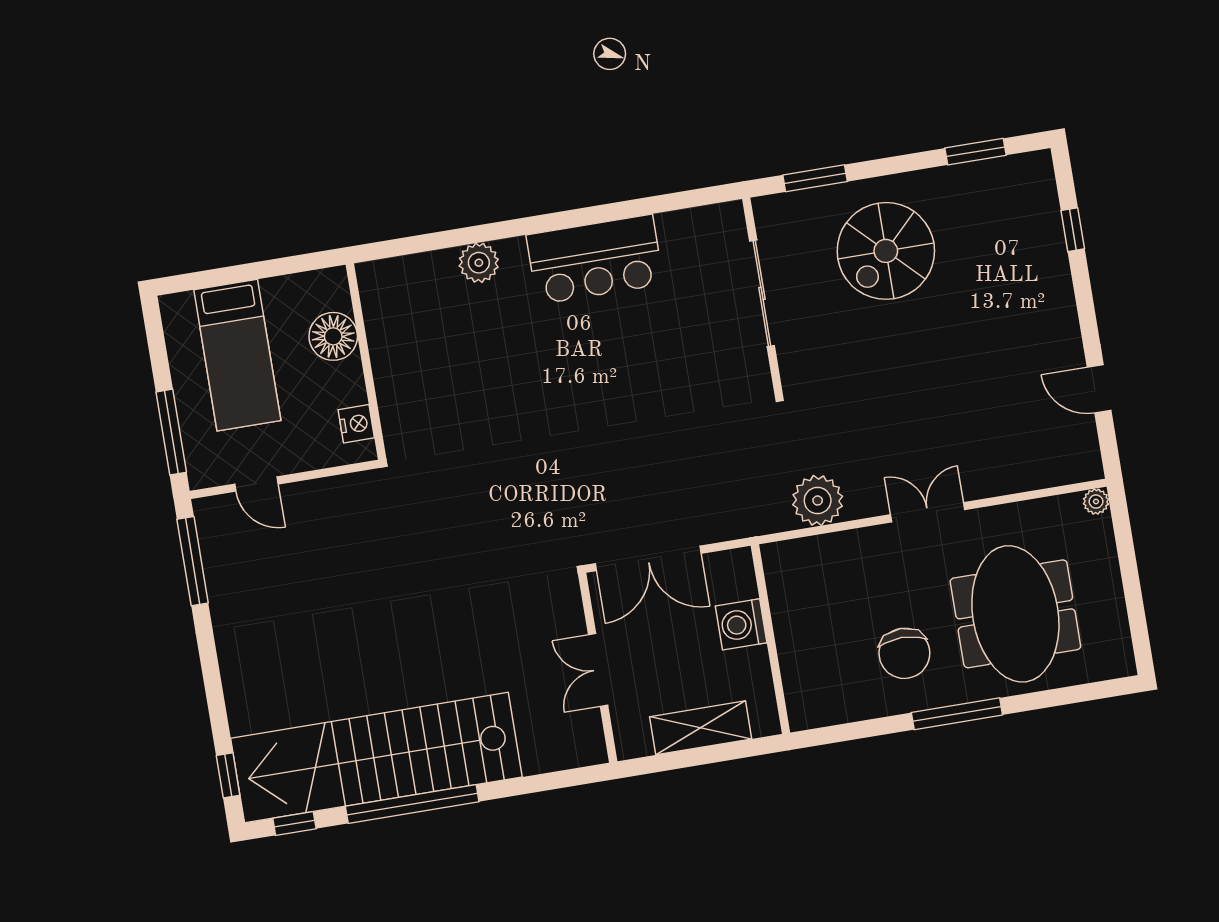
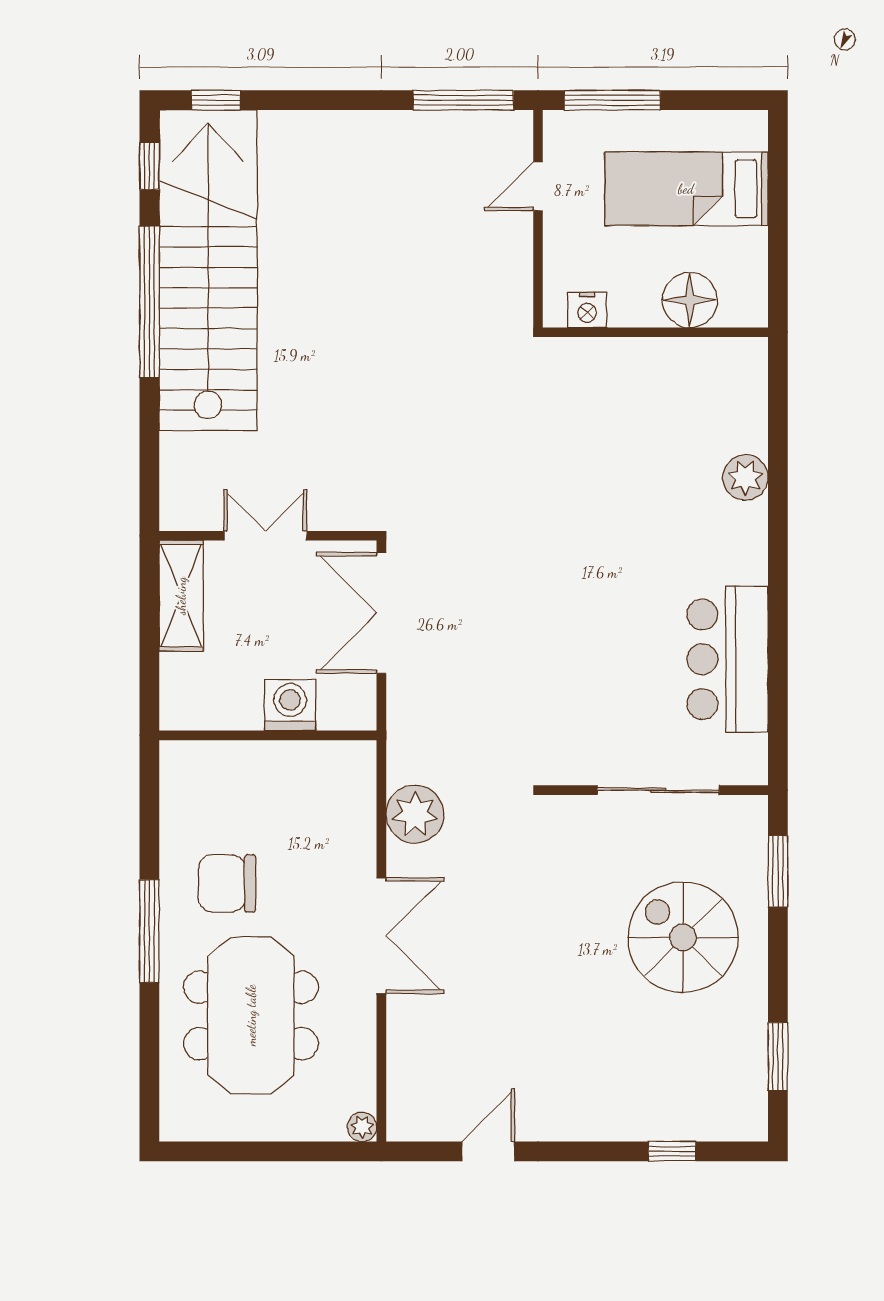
bar counter: (595, 259) -> (728, 659), moved
double door: (928, 512) -> (381, 936), width x1.37
meeting table: (1015, 614) -> (251, 1015), turned 90
shelving: (701, 728) -> (181, 596), moved

